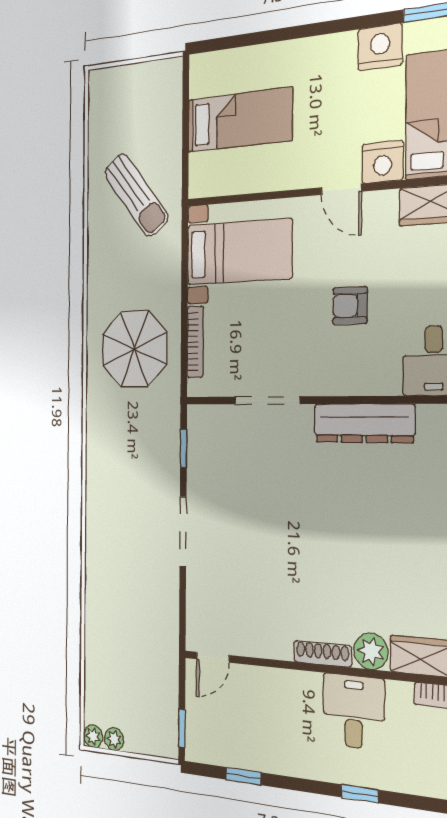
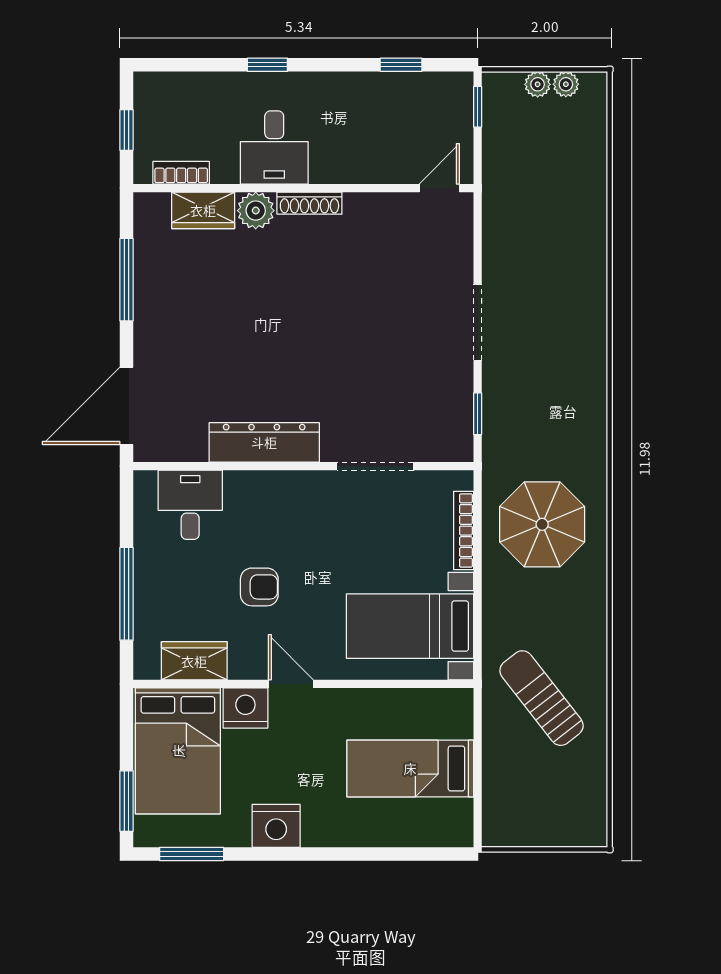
nightstand: (380, 47) -> (276, 826), moved
armchair: (350, 306) -> (259, 587), moved
plant: (93, 736) -> (538, 84), moved

